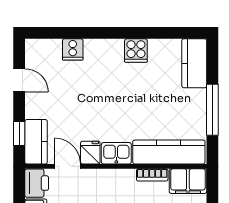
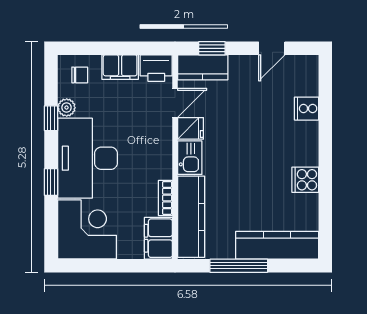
kitchen counter: (194, 63) -> (277, 245), width x1.50

